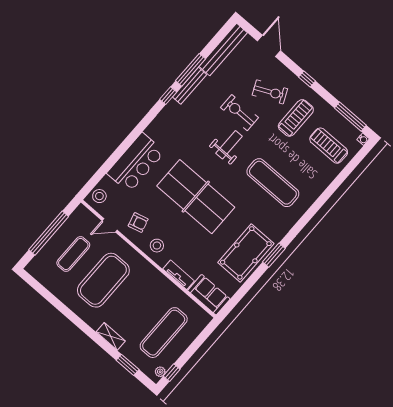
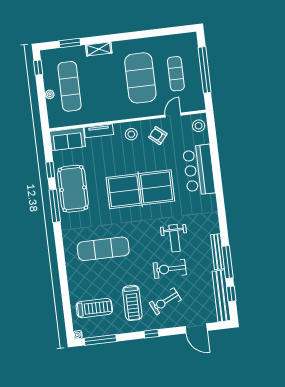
window: (168, 96) -> (231, 294), moved
exercise bike: (240, 113) -> (170, 269), turned 180
weight bench: (229, 145) -> (174, 238), moved
armchair: (138, 222) -> (158, 136), turned 55
window: (274, 255) -> (55, 206), width x1.44
window: (247, 286) -> (50, 170), added
plant: (160, 372) -> (50, 94), moved

